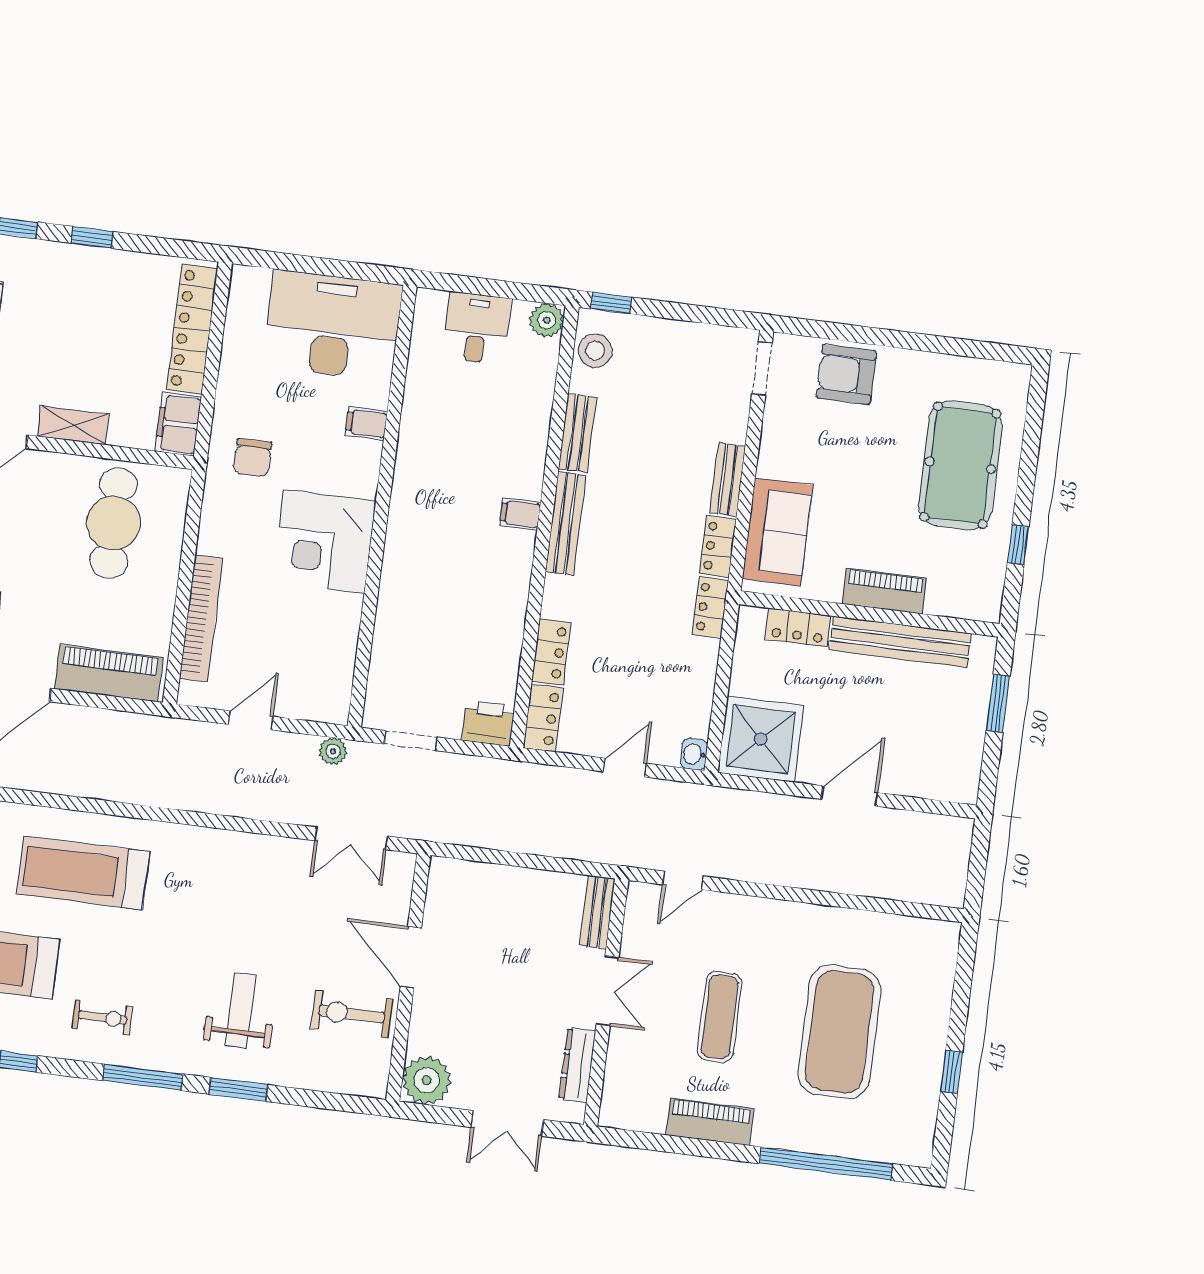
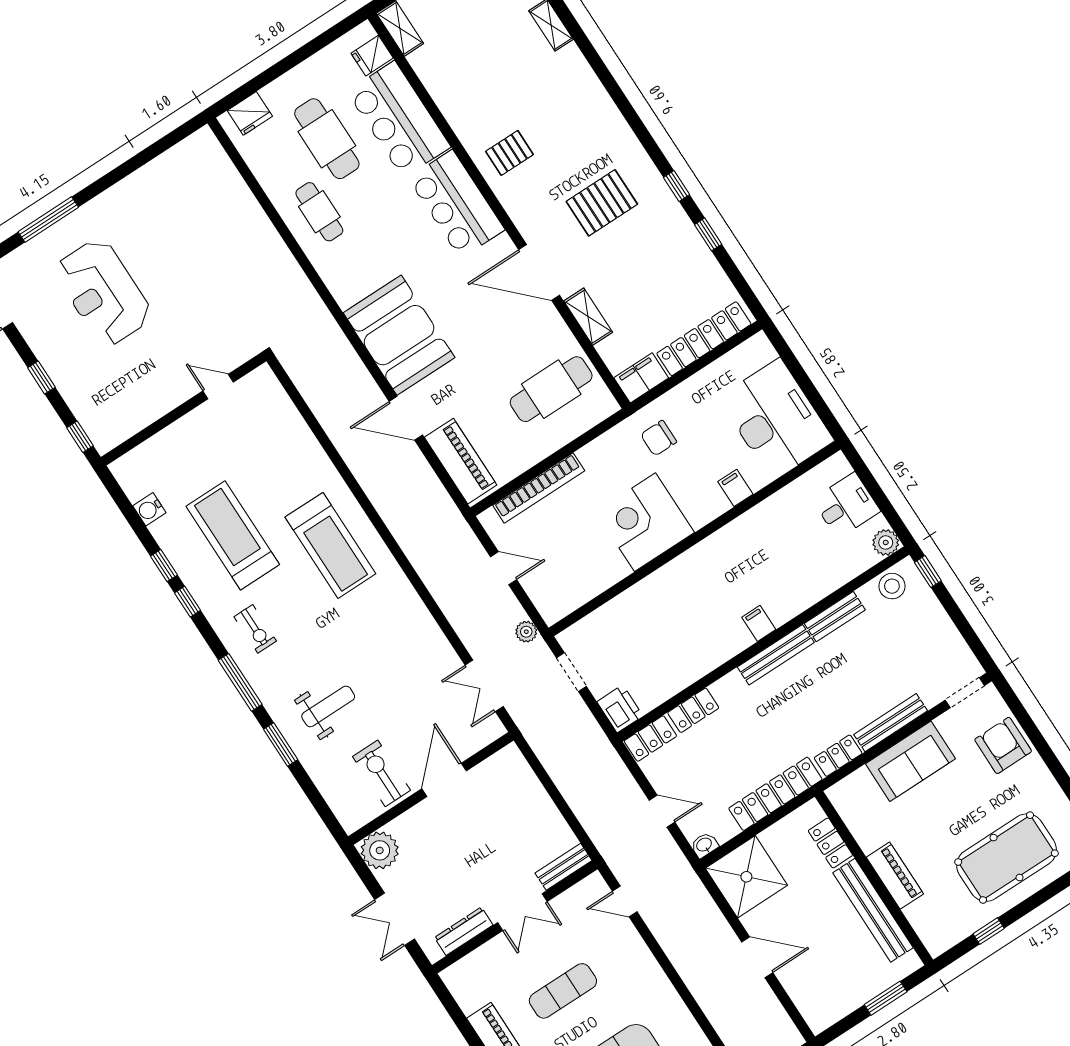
bench: (728, 480) -> (891, 723), width x1.36
sofa: (778, 532) -> (910, 761), moved
locker: (710, 607) -> (775, 794), width x2.16, depth x1.21
treadmill: (83, 873) -> (330, 545), turned 180

